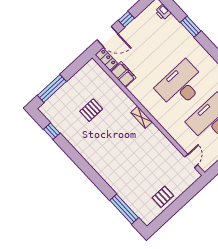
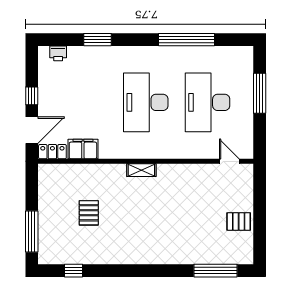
pallet: (163, 197) -> (239, 222), turned 90

